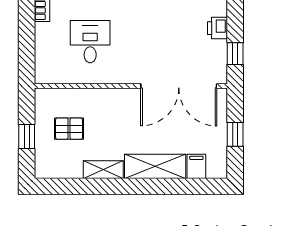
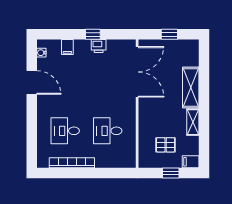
window: (235, 54) -> (93, 34), moved
pallet: (69, 129) -> (166, 145), turned 90
filing cabinet: (196, 166) -> (191, 162), moved

